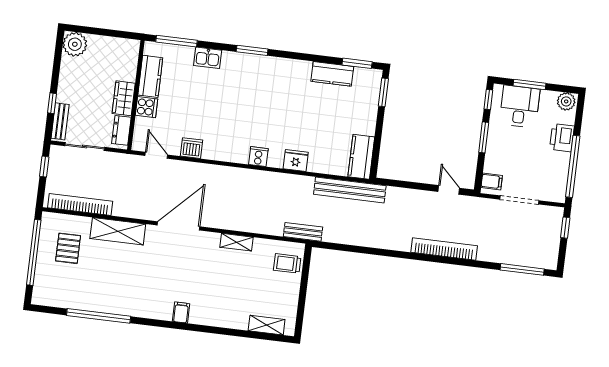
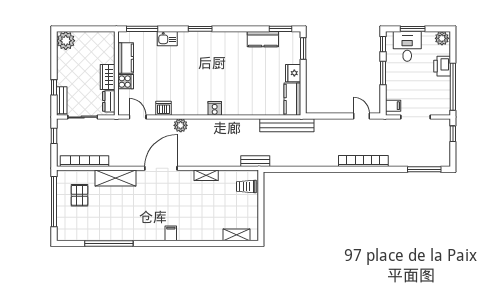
fridge: (296, 161) -> (293, 73), moved, turned -90
plant: (211, 173) -> (181, 125), added

